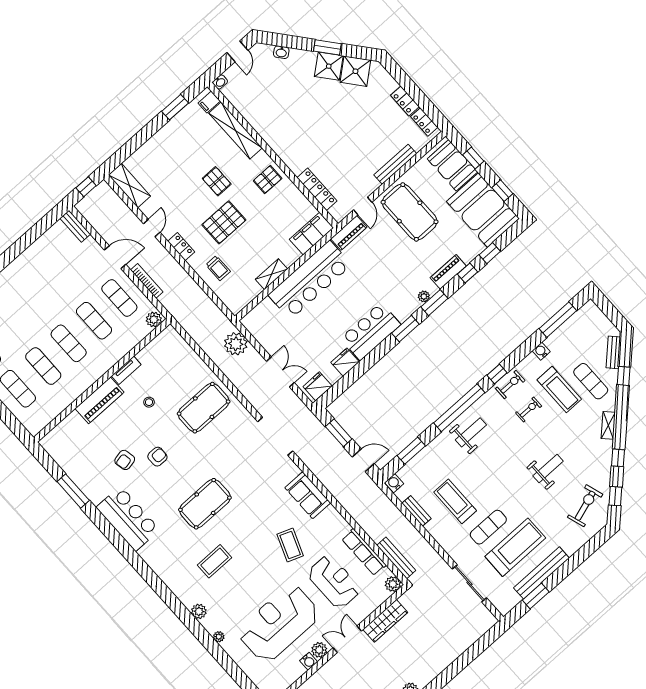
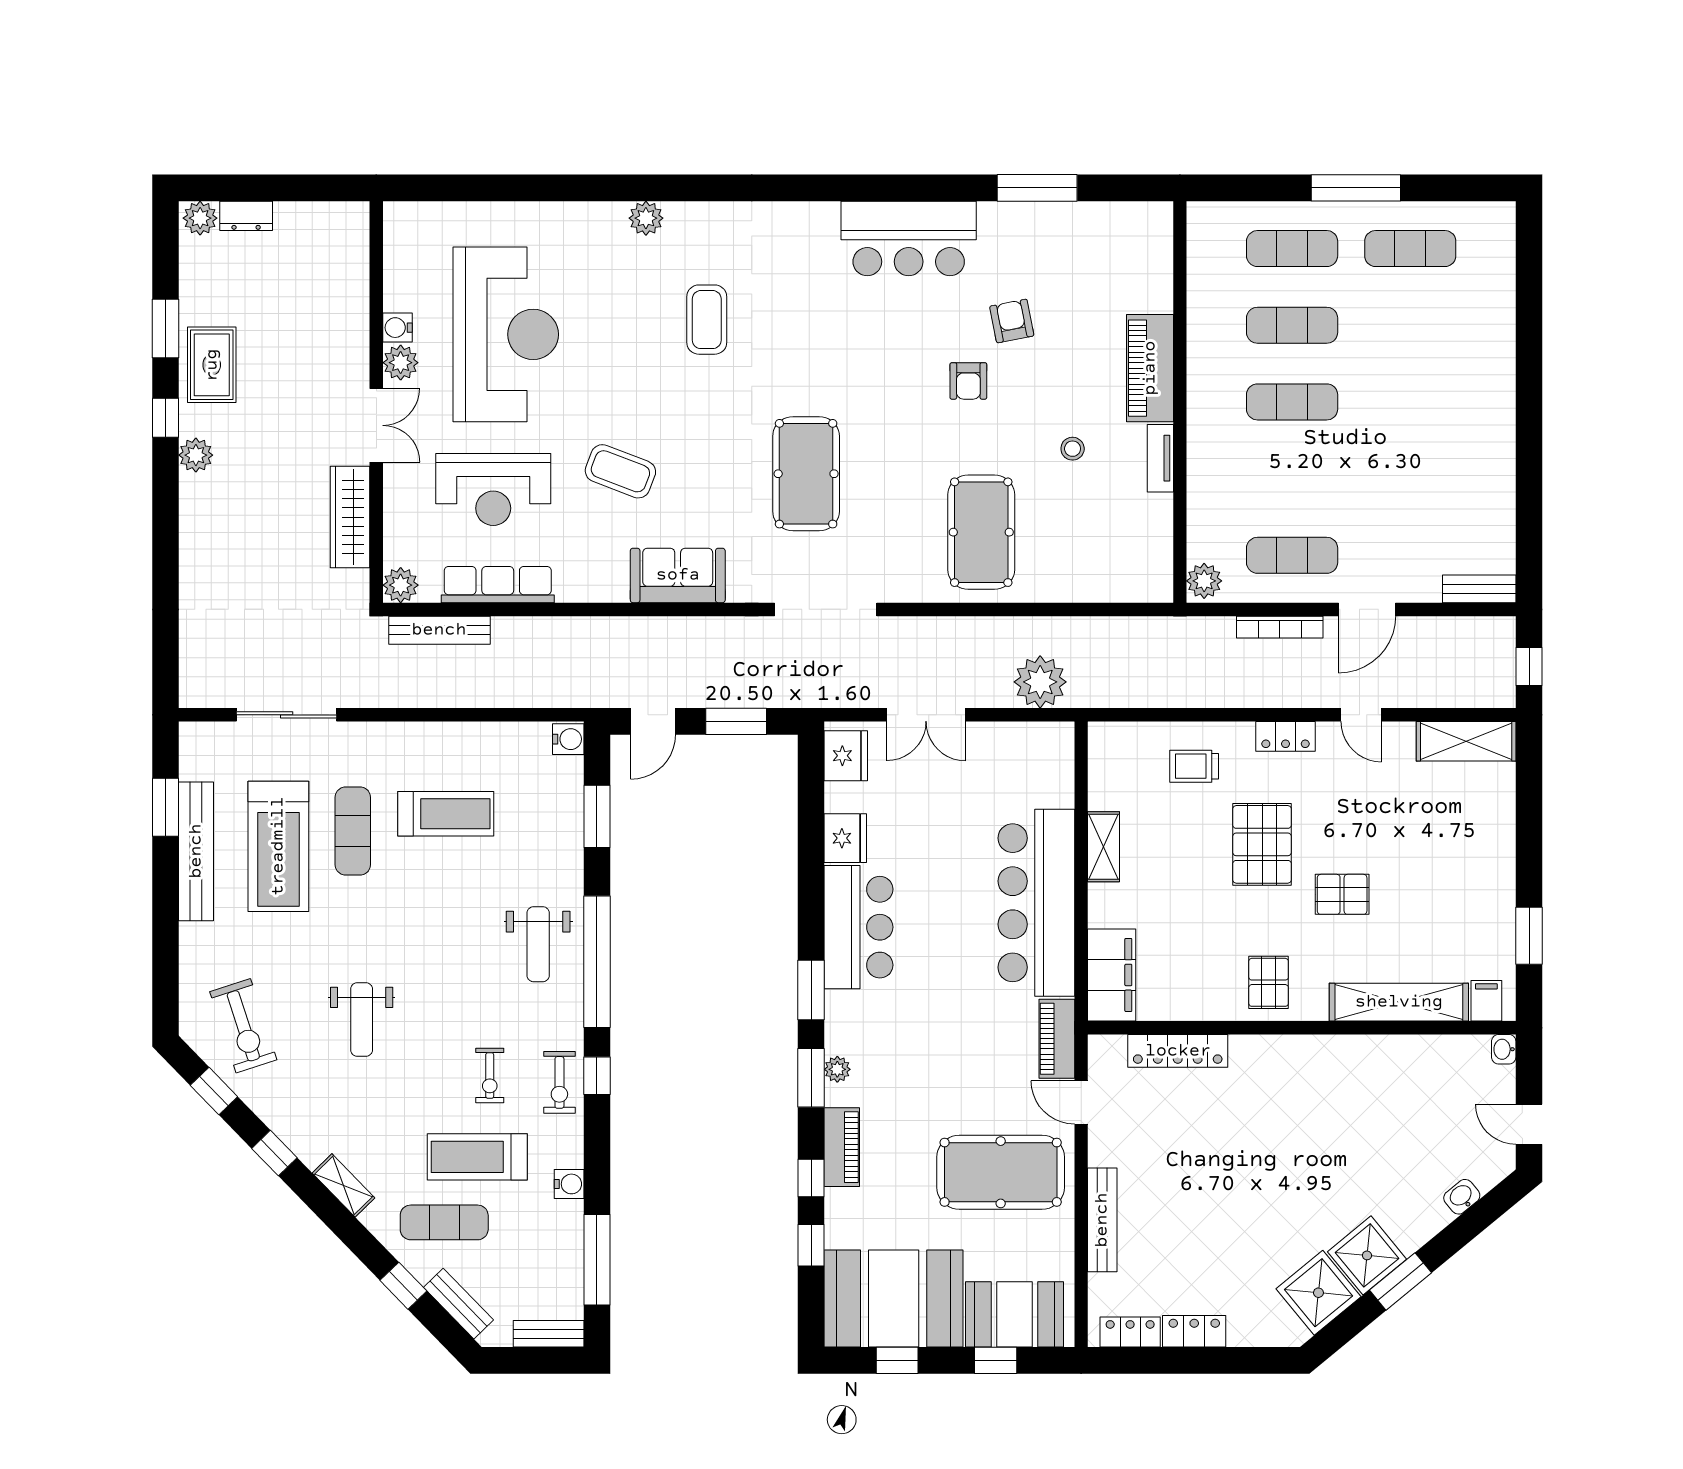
exercise mat: (94, 321) -> (1292, 479), removed
pool table: (205, 504) -> (806, 474), moved
bench: (417, 511) -> (549, 1334), moved
plant: (219, 637) -> (574, 213), removed

